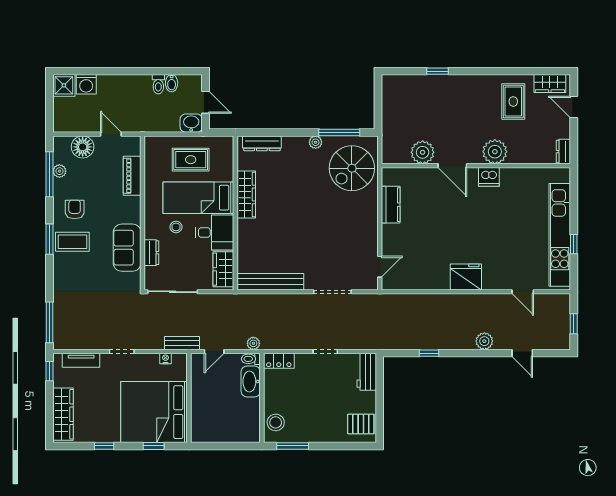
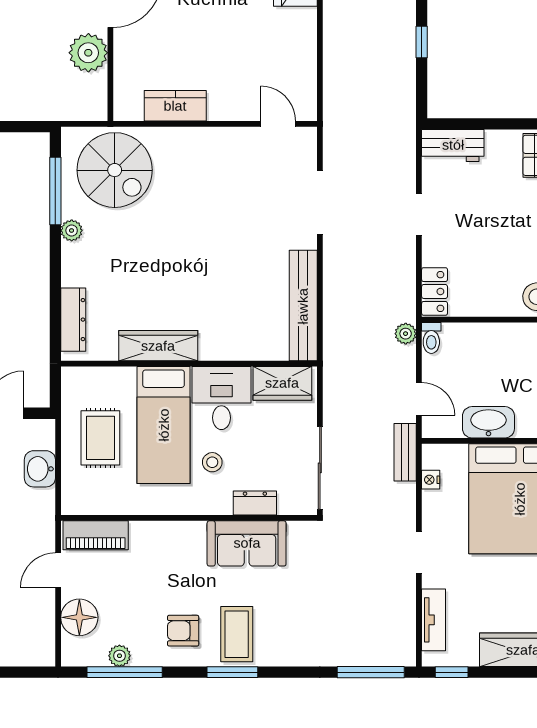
washbasin: (191, 123) -> (40, 469), moved
piano: (132, 176) -> (96, 535), moved
washbasin: (251, 381) -> (488, 422), moved, turned 180

